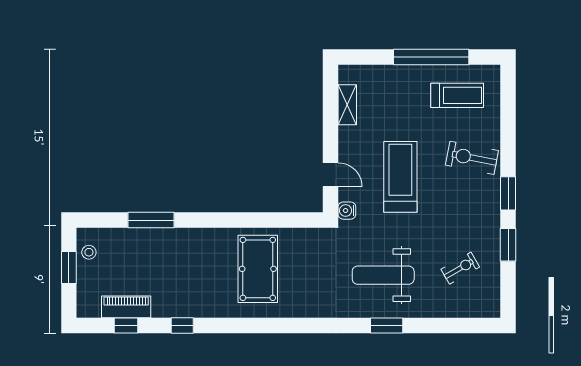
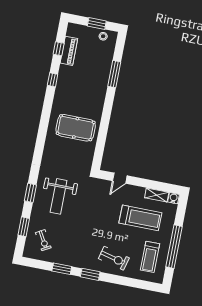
exercise bike: (472, 158) -> (114, 258), turned 93
treadmill: (400, 177) -> (140, 218), moved
water cooler: (347, 211) -> (173, 198), moved
exercise bike: (460, 268) -> (43, 240), moved
weight bench: (383, 275) -> (59, 196), turned 180
window: (448, 325) -> (24, 227), added

